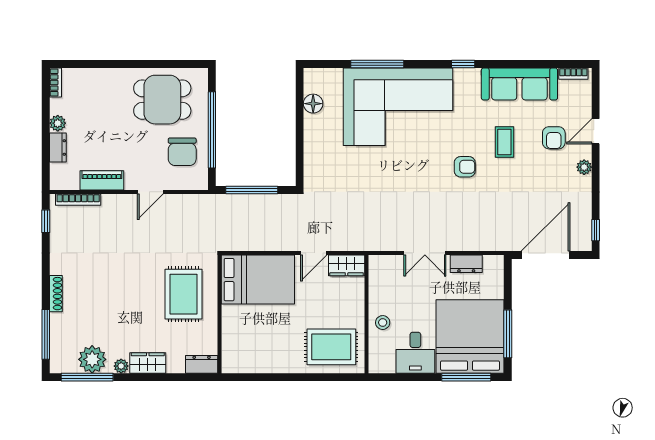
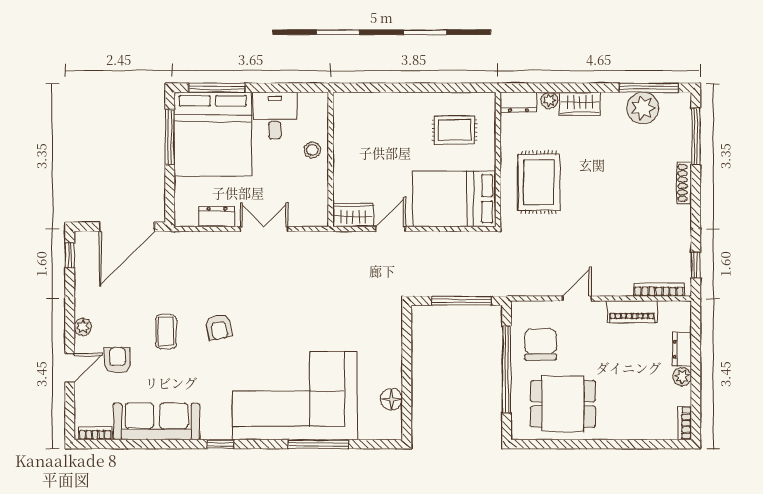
coffee table: (504, 142) -> (166, 332), moved
armchair: (465, 167) -> (219, 327), turned -101
rug: (331, 347) -> (455, 130), moved, width x0.73, depth x0.70
plant: (121, 366) -> (549, 100), moved

